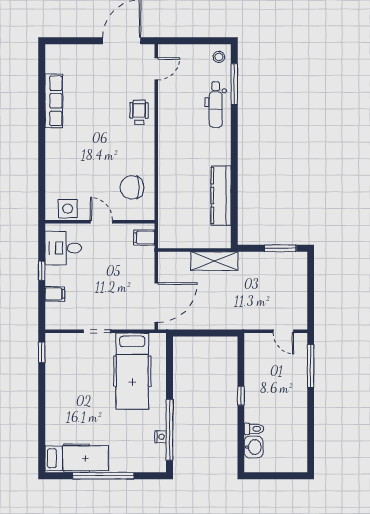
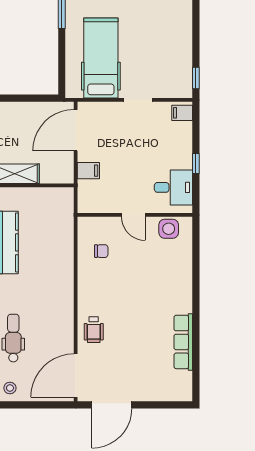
door: (156, 69) -> (76, 376), width x1.88
chair: (132, 187) -> (101, 251), width x0.54, depth x0.54
filing cabinet: (144, 238) -> (88, 171), moved
filing cabinet: (55, 294) -> (182, 113), moved

